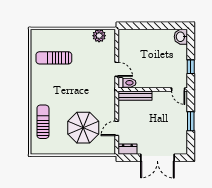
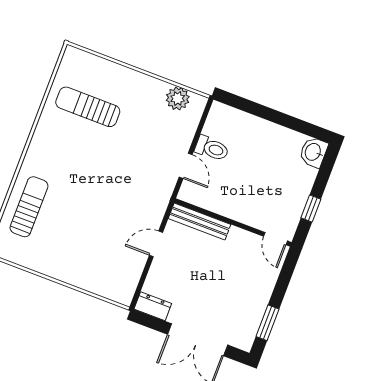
toilet: (127, 83) -> (212, 148), moved
window: (191, 121) -> (267, 323), moved
parasol: (83, 128) -> (93, 242), removed
door: (117, 128) -> (156, 244), moved

